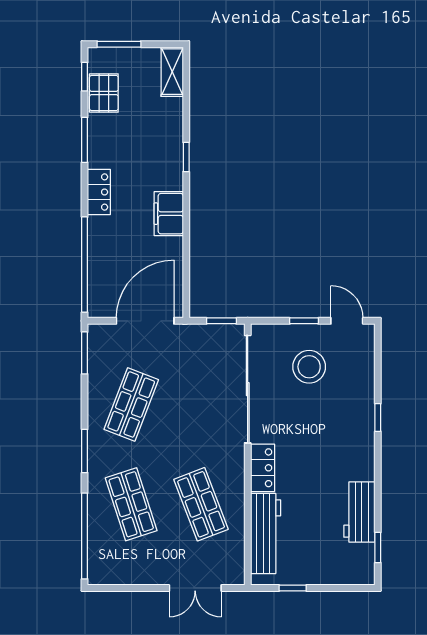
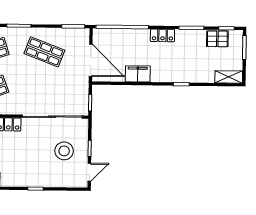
filing cabinet: (169, 214) -> (138, 74), moved

